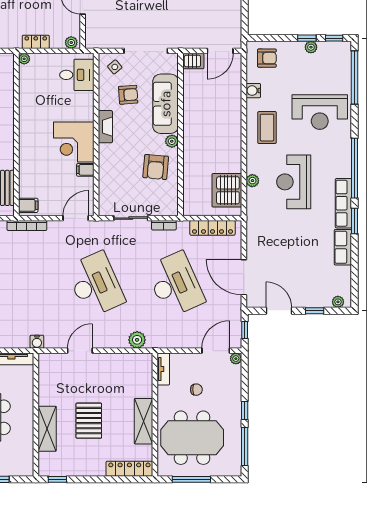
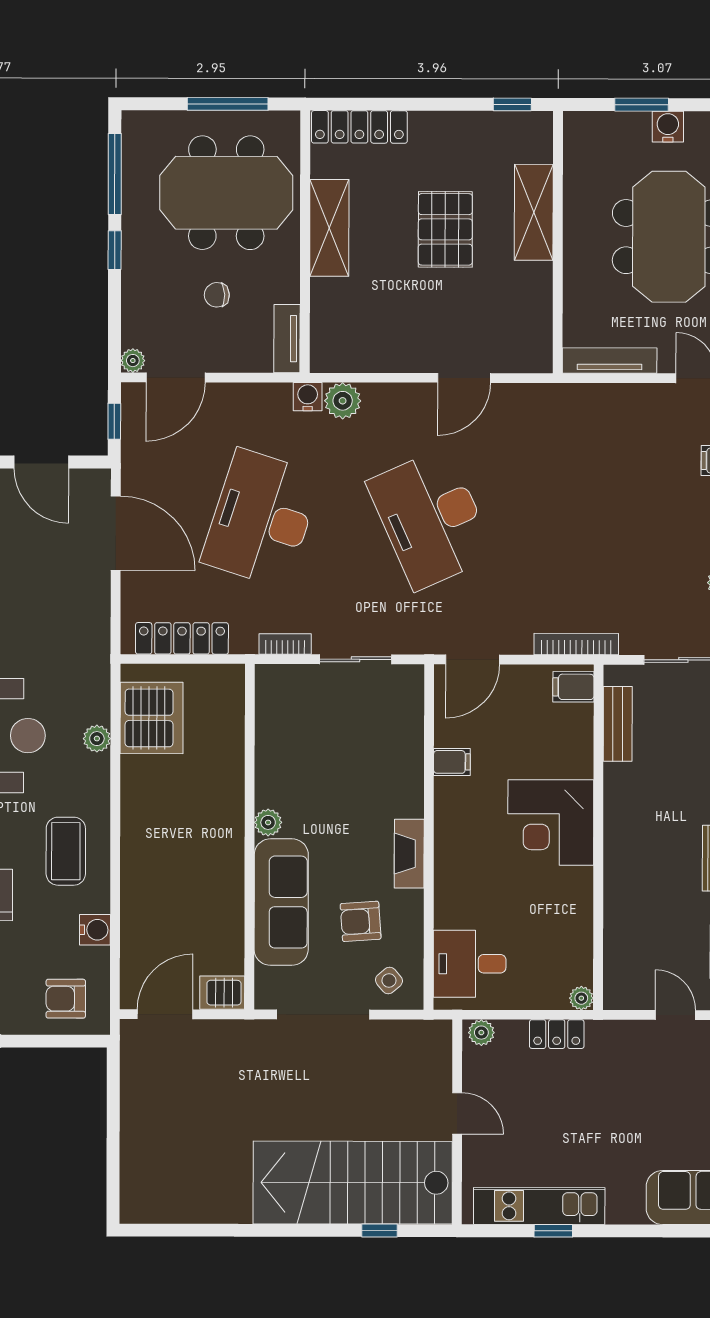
corner desk: (74, 142) -> (551, 822), moved, turned 180
armchair: (156, 167) -> (302, 768), removed
desk: (175, 284) -> (261, 518), turned 42
water cooler: (37, 342) -> (308, 397), moved

